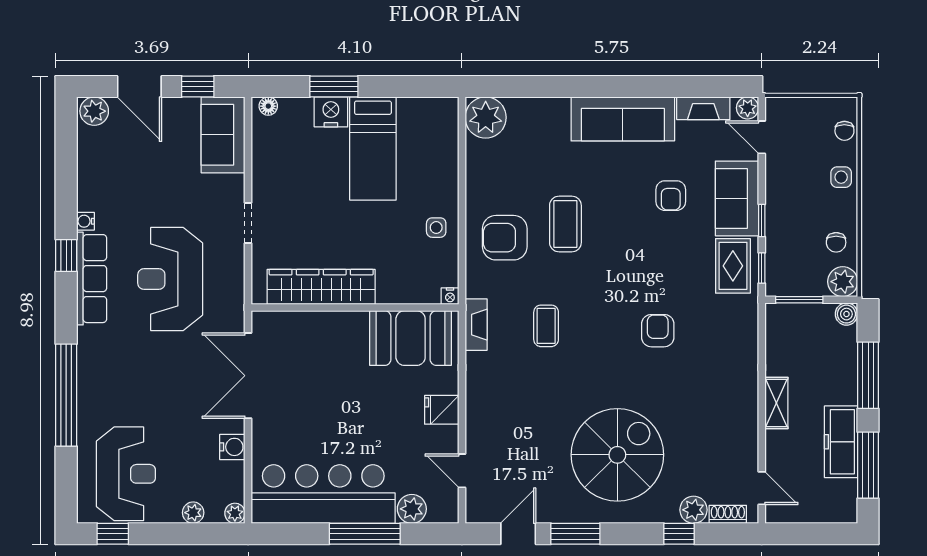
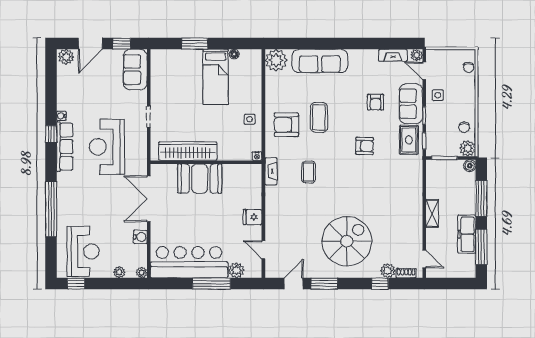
door: (139, 86) -> (90, 44), hinge flipped
floor lamp: (268, 106) -> (234, 54), moved
nightstand: (331, 112) -> (193, 57), removed
sofa: (623, 119) -> (320, 61), moved
side table: (841, 177) -> (438, 95), moved
armchair: (658, 331) -> (365, 146), moved, turned 91
booth: (411, 338) -> (200, 179), moved

